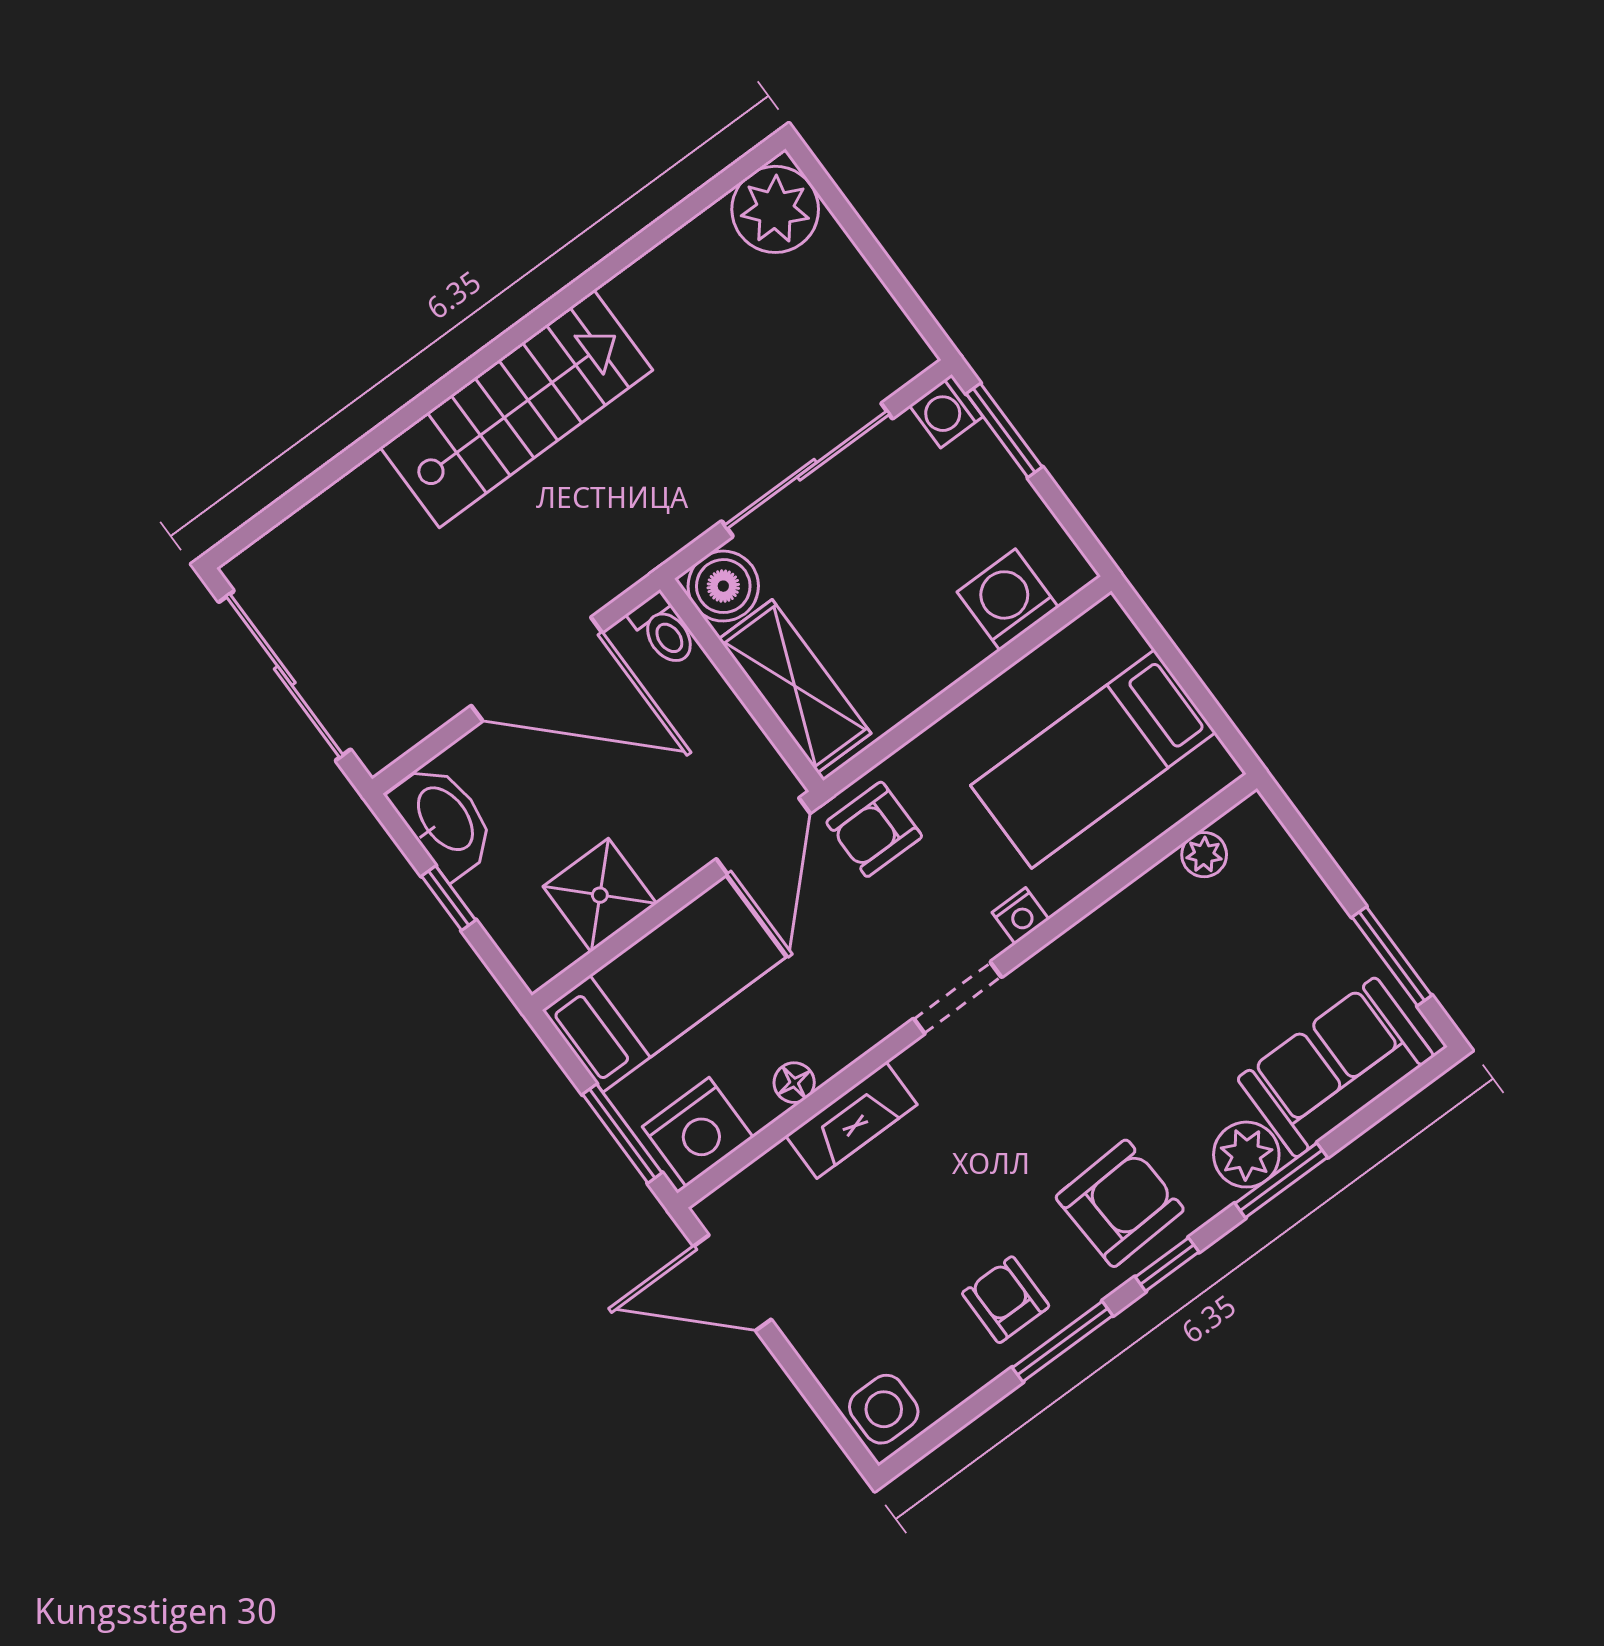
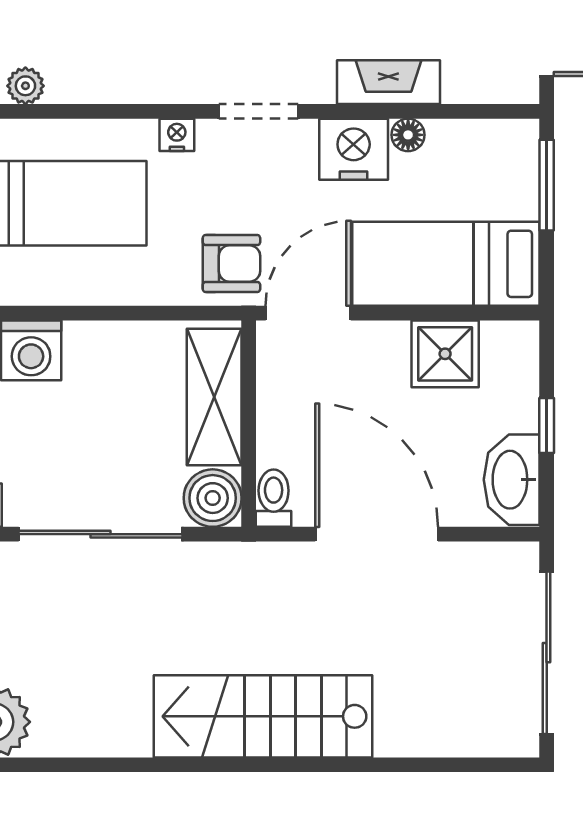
nightstand: (698, 1132) -> (354, 149), moved

